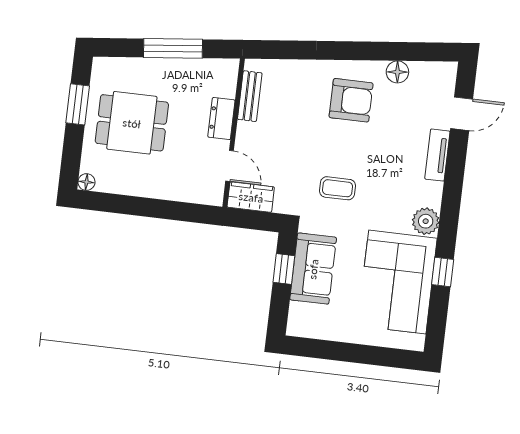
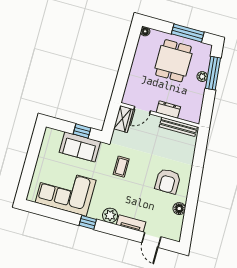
window: (173, 48) -> (213, 73), moved
plant: (153, 67) -> (202, 77), added
bench: (250, 96) -> (178, 127), width x1.36
window: (78, 104) -> (188, 33), width x1.44
plant: (426, 221) -> (110, 215), moved
window: (443, 272) -> (88, 222), moved

